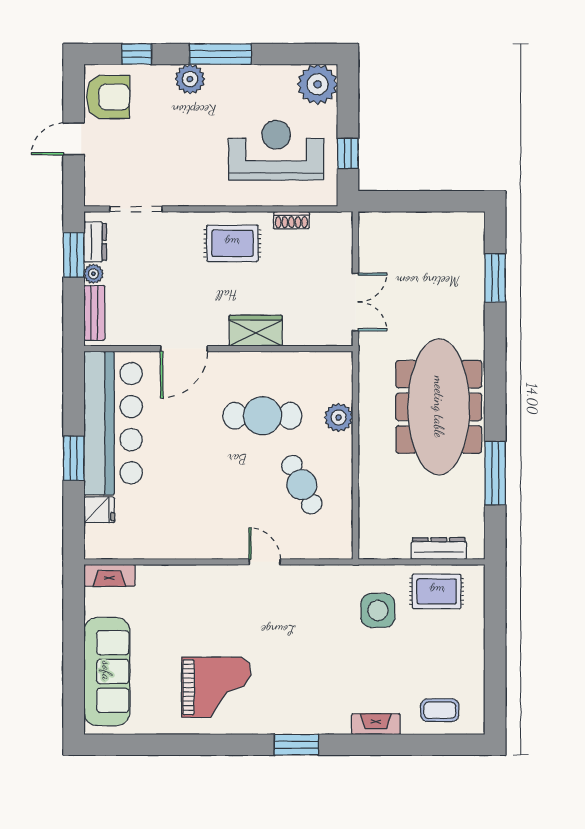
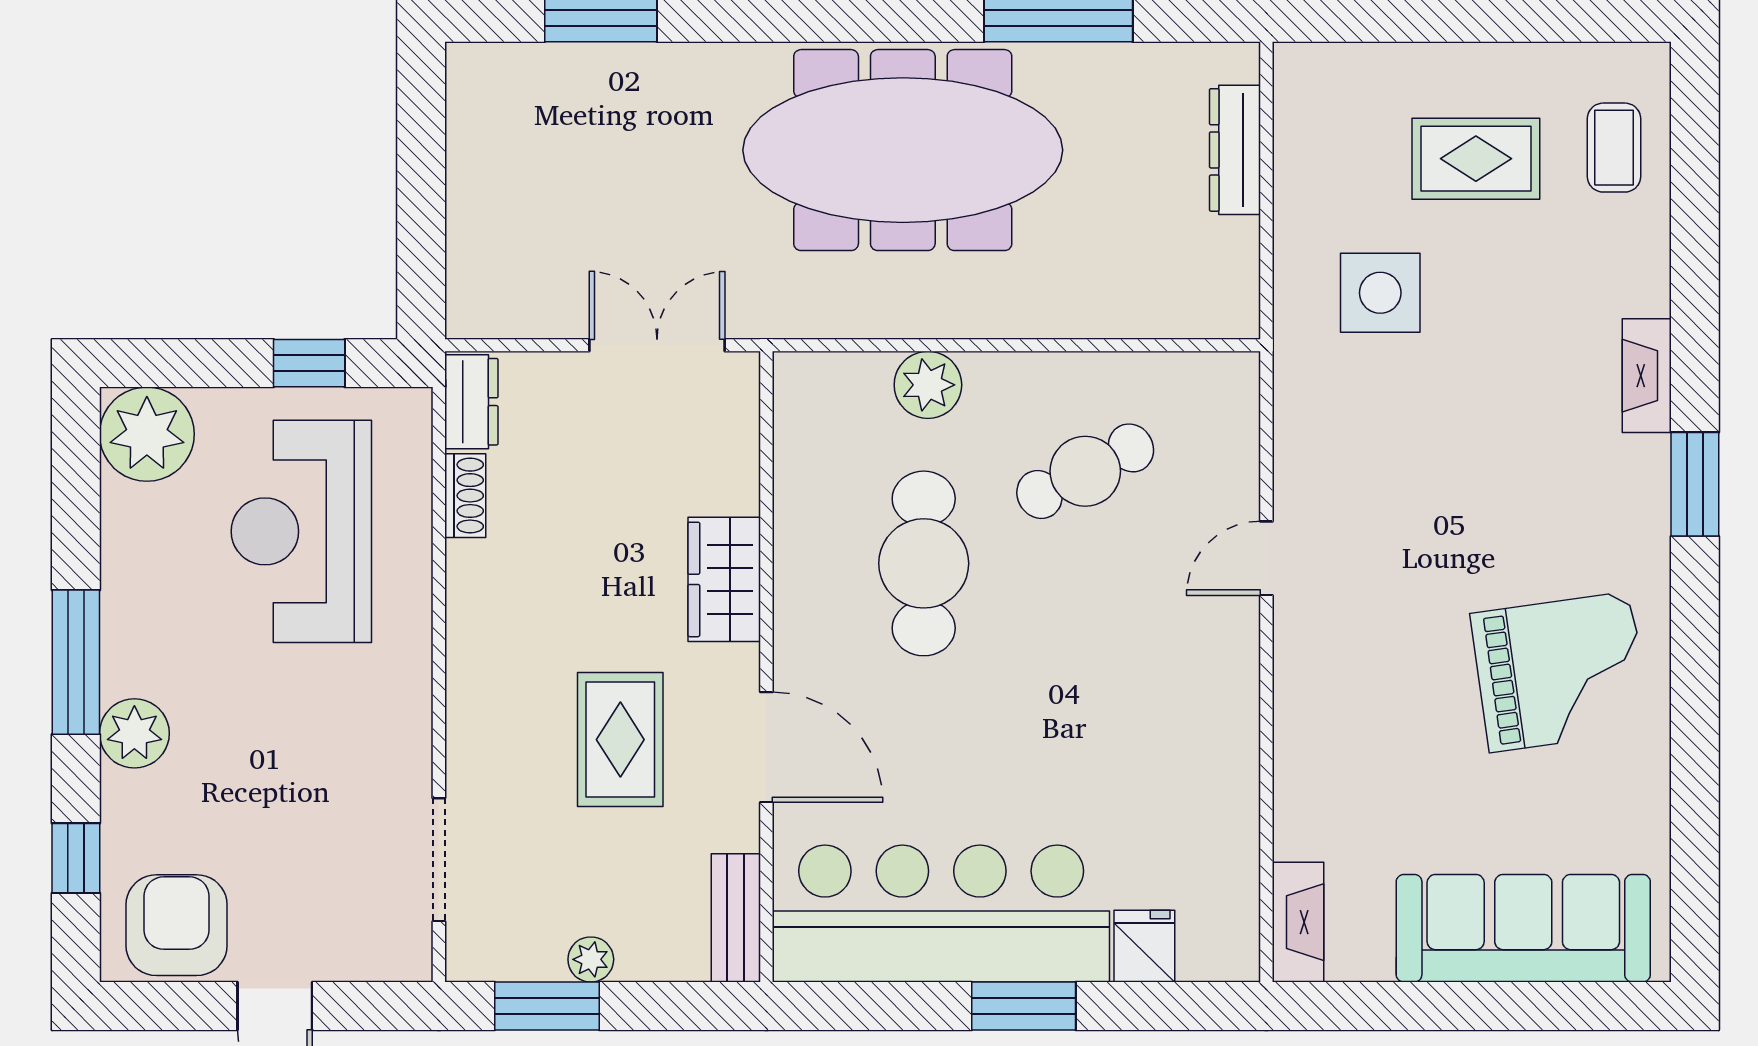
dresser: (95, 242) -> (471, 402), moved, turned 90
rug: (232, 243) -> (620, 740), moved
bench: (94, 313) -> (736, 918), moved, turned 90
rug: (437, 591) -> (1476, 159), moved, turned 90
grand piano: (216, 687) -> (1560, 672), turned 82
fireplace: (376, 724) -> (1647, 376), moved

